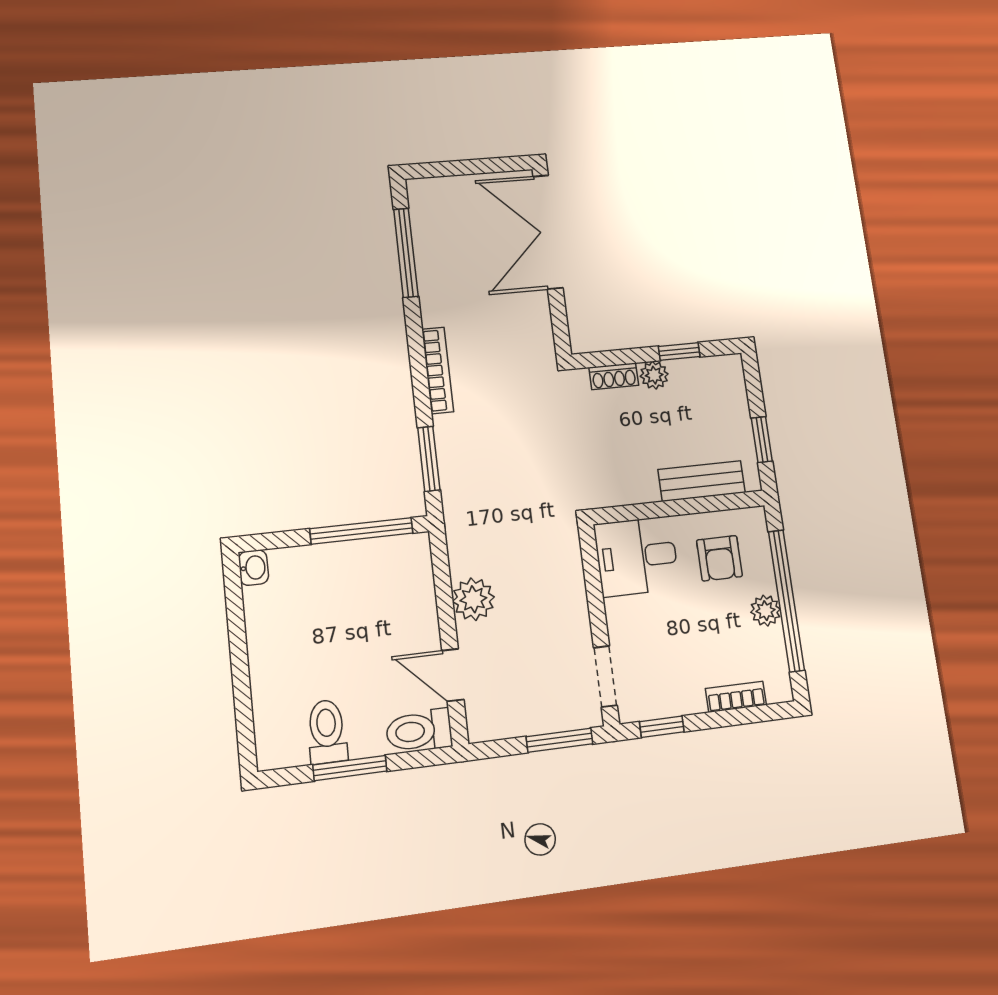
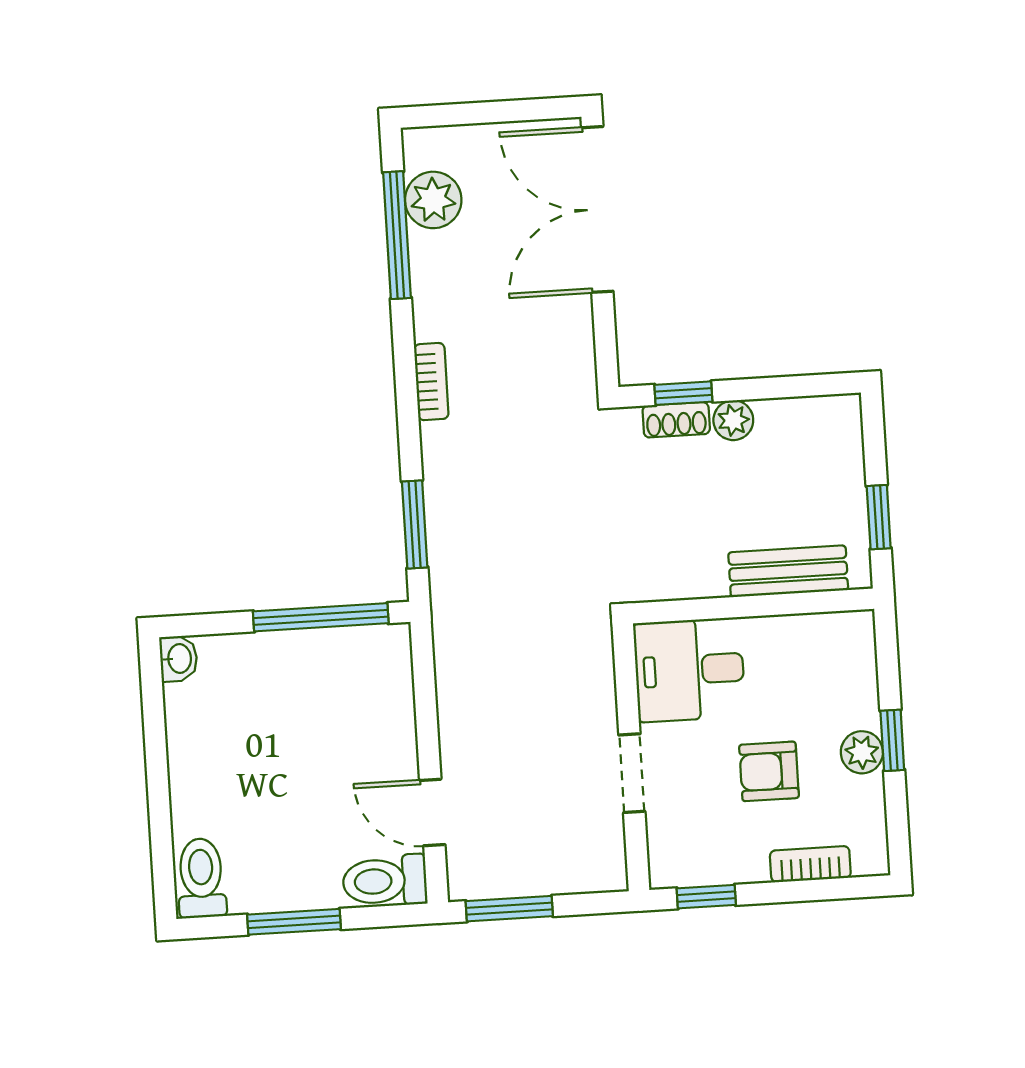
window: (679, 352) -> (683, 393), moved
bookcase: (438, 370) -> (431, 382), width x0.64
armchair: (719, 558) -> (769, 771), moved, turned 90
plant: (473, 599) -> (433, 200), moved
window: (786, 601) -> (892, 740), width x0.32
doorway: (605, 676) -> (632, 773), moved
toilet: (327, 731) -> (201, 878), moved
window: (559, 740) -> (509, 909), moved

